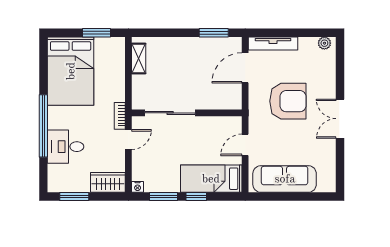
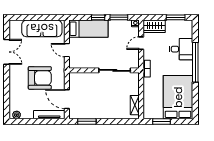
door: (245, 68) -> (67, 99), swing flipped
armchair: (288, 101) -> (40, 78), turned 180
double door: (340, 119) -> (7, 52), moved
door: (128, 140) -> (141, 43), moved
door: (245, 145) -> (67, 50), swing flipped

